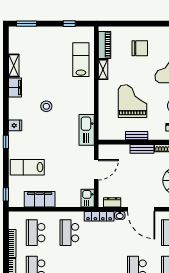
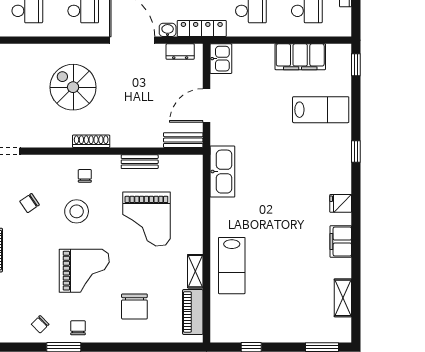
chair: (140, 48) -> (134, 306), turned -90
lab bench: (81, 60) -> (232, 266), moved
shelving: (14, 66) -> (343, 298), moved
stool: (46, 106) -> (289, 210), removed
fridge: (15, 125) -> (341, 203), moved
bench: (142, 149) -> (183, 140), moved

